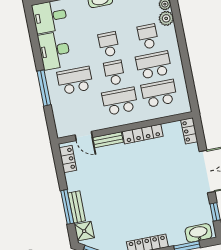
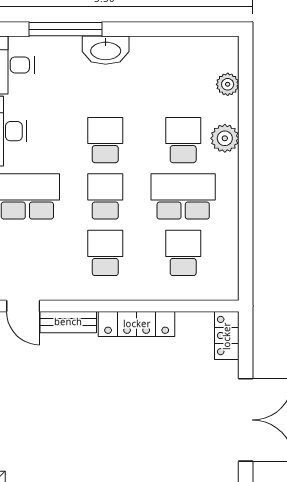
plant: (166, 18) -> (225, 138), moved
school desk: (159, 94) -> (183, 253), width x0.54
school desk: (120, 101) -> (105, 253), width x0.54

